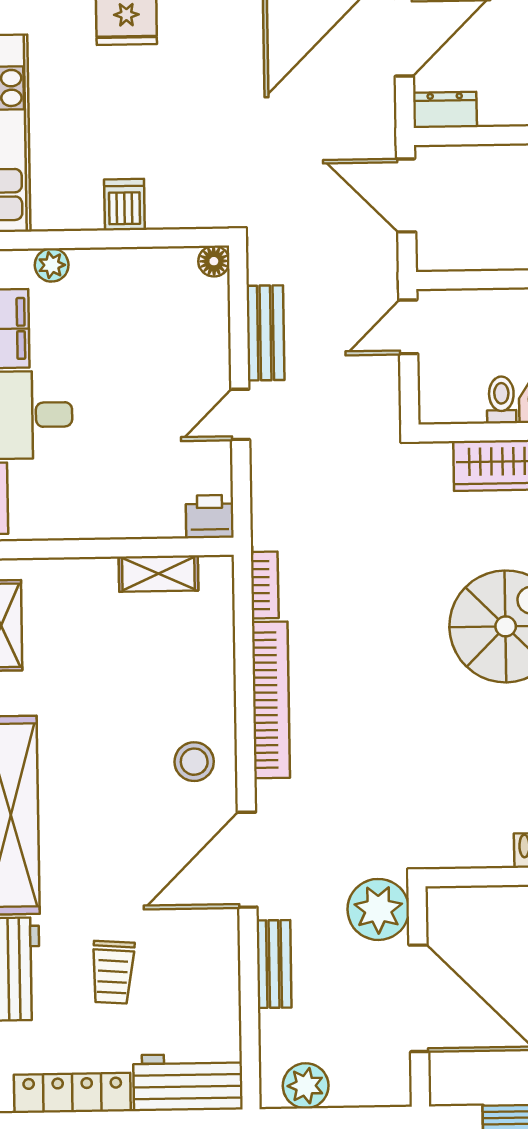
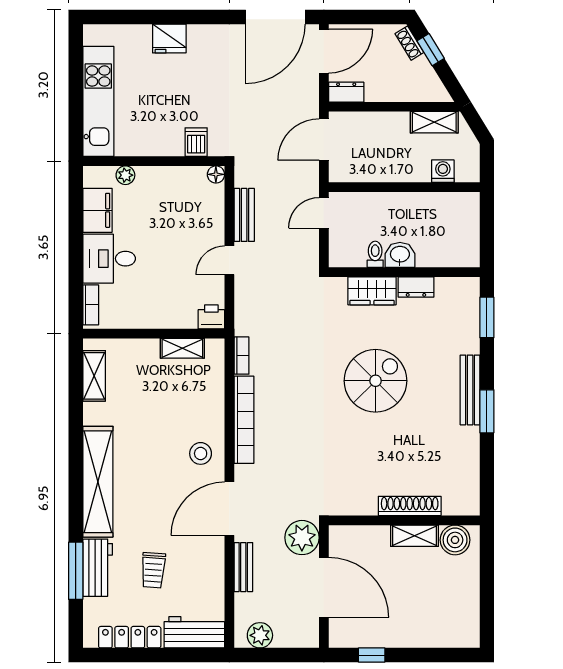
door: (406, 195) -> (324, 139), hinge flipped
dishwasher: (124, 205) -> (196, 142), moved

